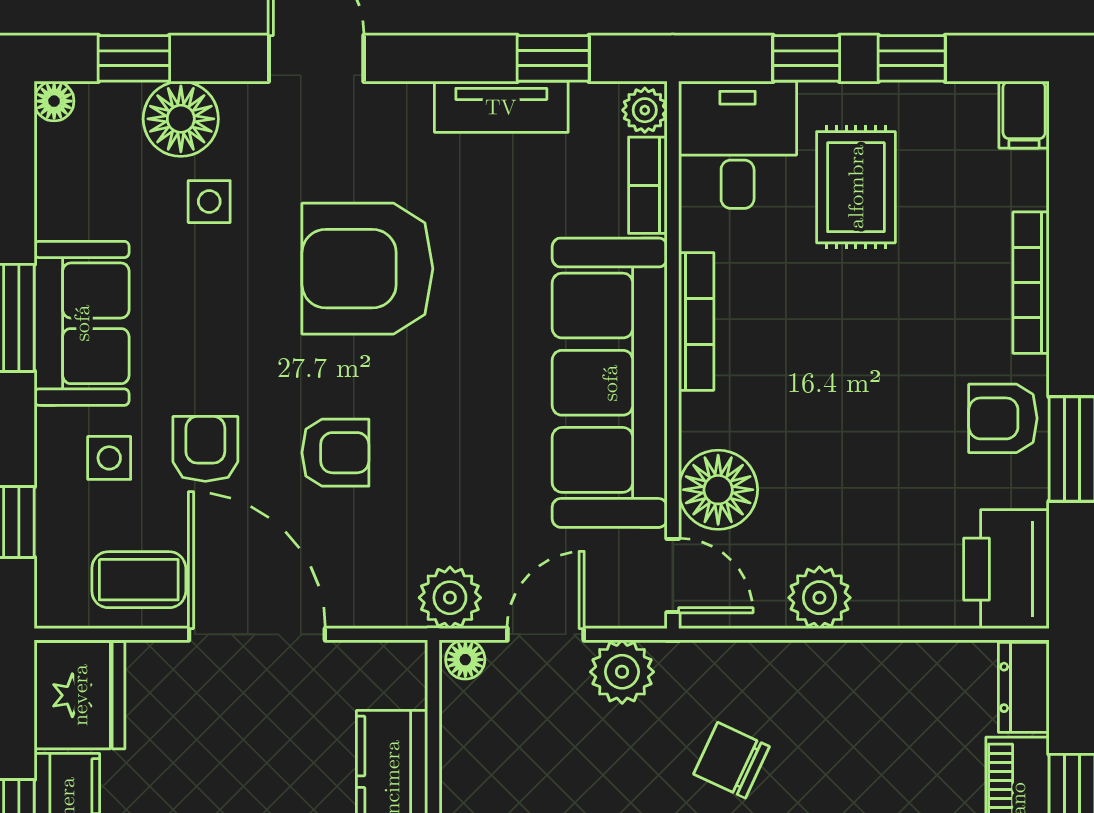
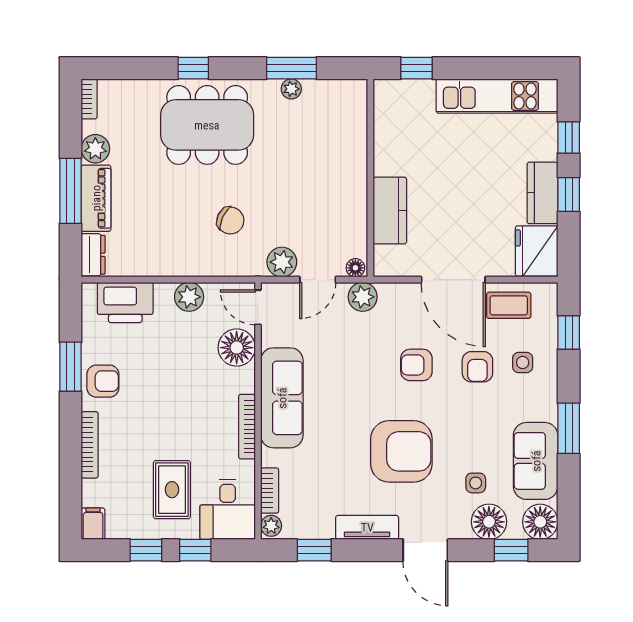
floor lamp: (54, 101) -> (540, 522), width x1.89, depth x1.89
tv unit: (501, 107) -> (367, 527), moved
sofa: (82, 323) -> (536, 461), moved
sofa: (610, 383) -> (282, 398), width x0.74, depth x0.79
printer: (1006, 569) -> (125, 302), moved, turned 90

